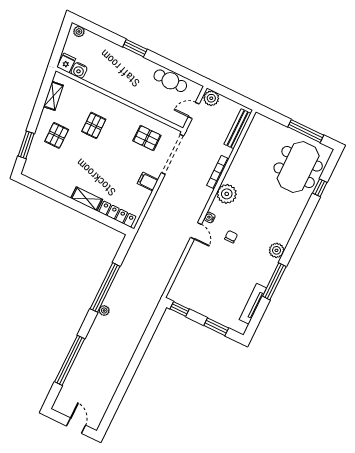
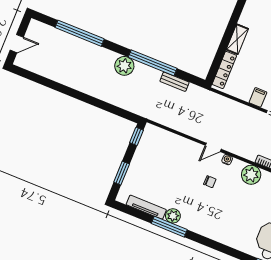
plant: (277, 250) -> (173, 216), moved
bench: (126, 266) -> (175, 82), added
plant: (104, 311) -> (124, 66), width x1.88, depth x1.88

